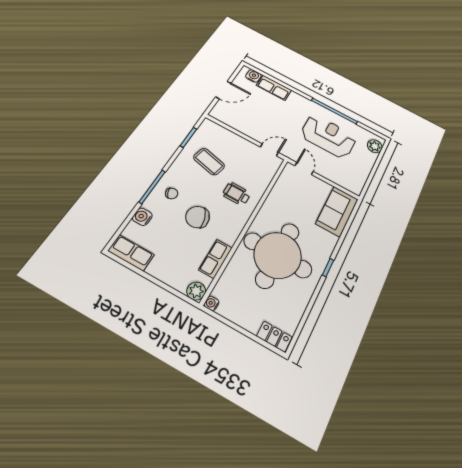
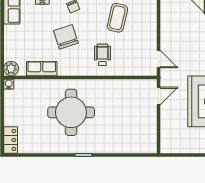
sofa: (337, 211) -> (135, 141), removed
round table: (278, 255) -> (71, 112), width x0.73, depth x0.73

